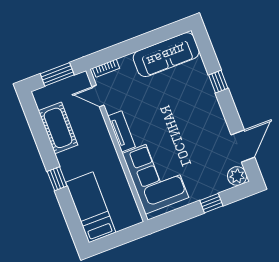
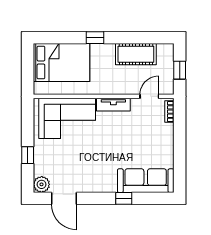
sofa: (166, 55) -> (146, 181), moved, turned 90
window: (57, 74) -> (180, 70), width x0.67
bed: (91, 207) -> (61, 63), width x1.50

